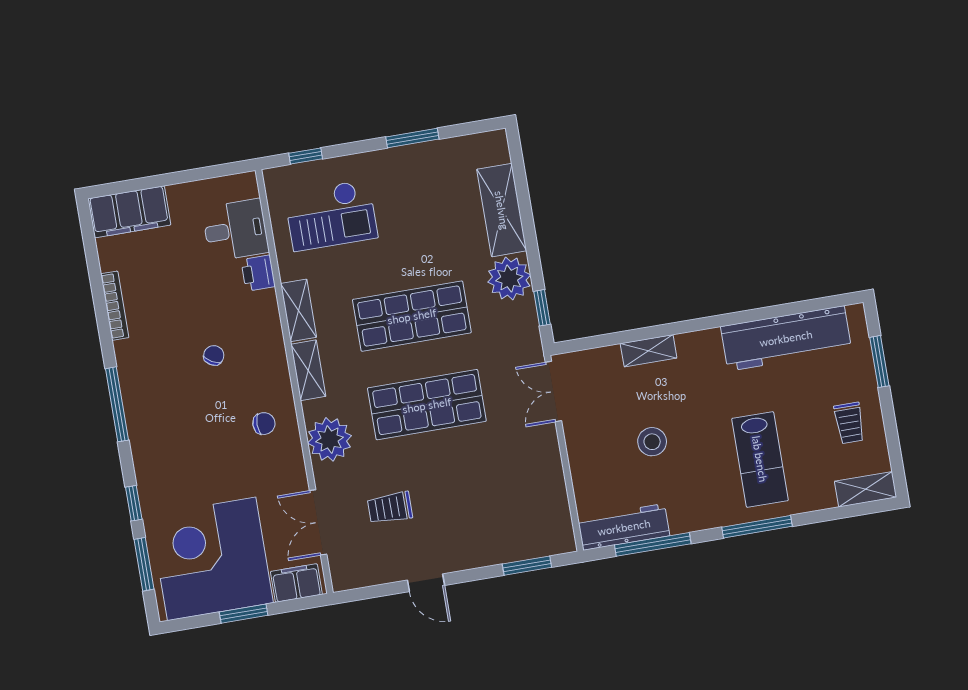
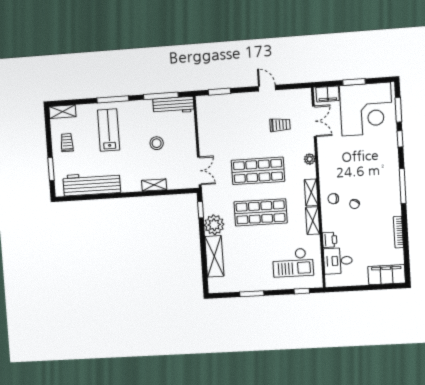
checkout: (331, 215) -> (293, 263), turned 180
chair: (264, 424) -> (333, 199), moved
plant: (329, 439) -> (310, 159), width x0.53, depth x0.53

